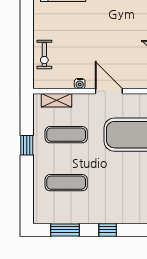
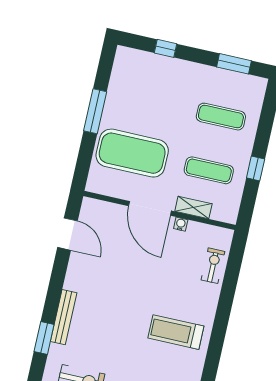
door: (109, 91) -> (150, 208), width x1.36
shelving: (56, 100) -> (193, 207), moved
window: (108, 230) -> (166, 48), moved

